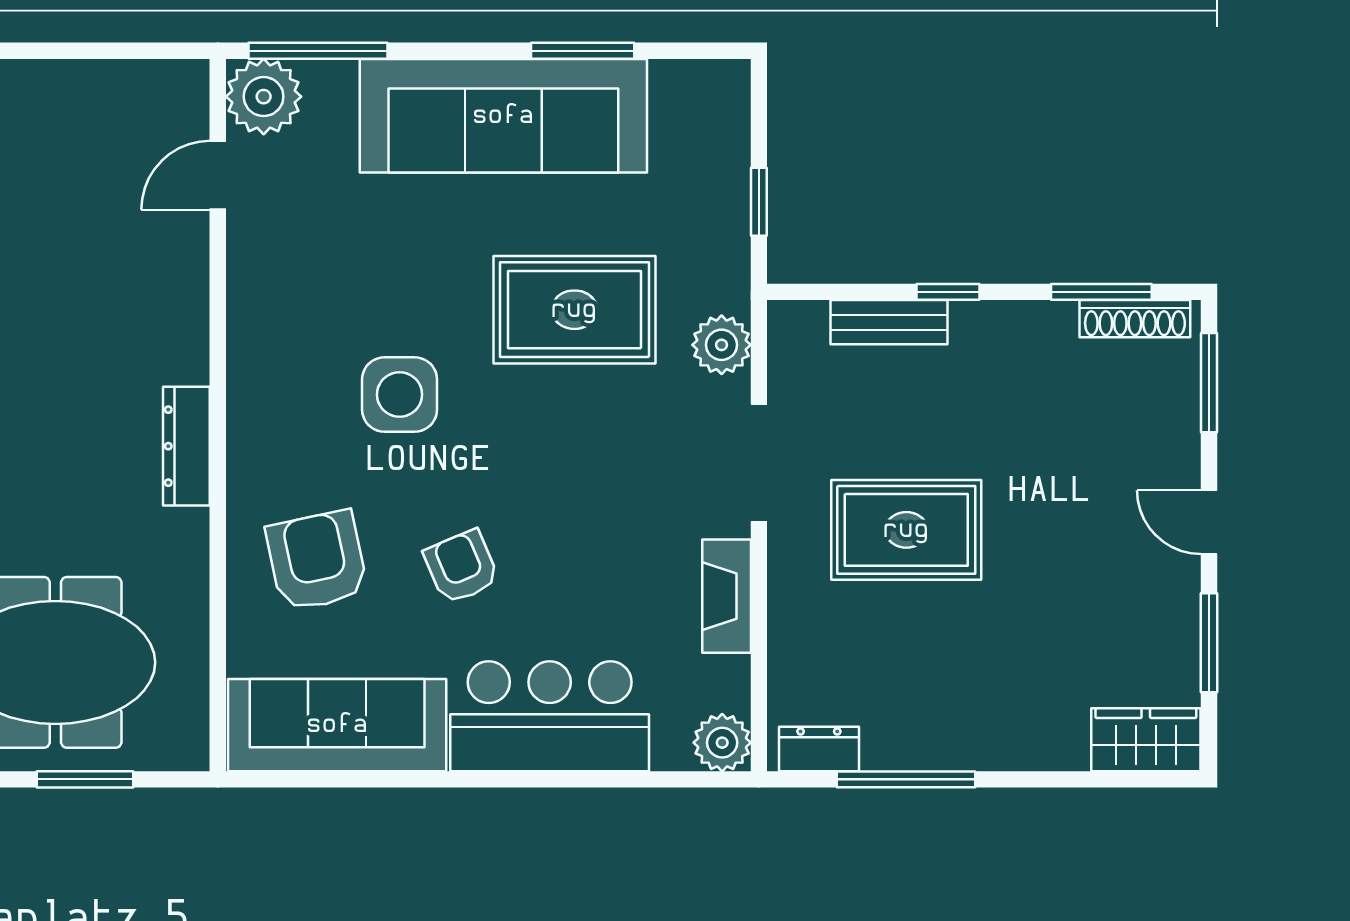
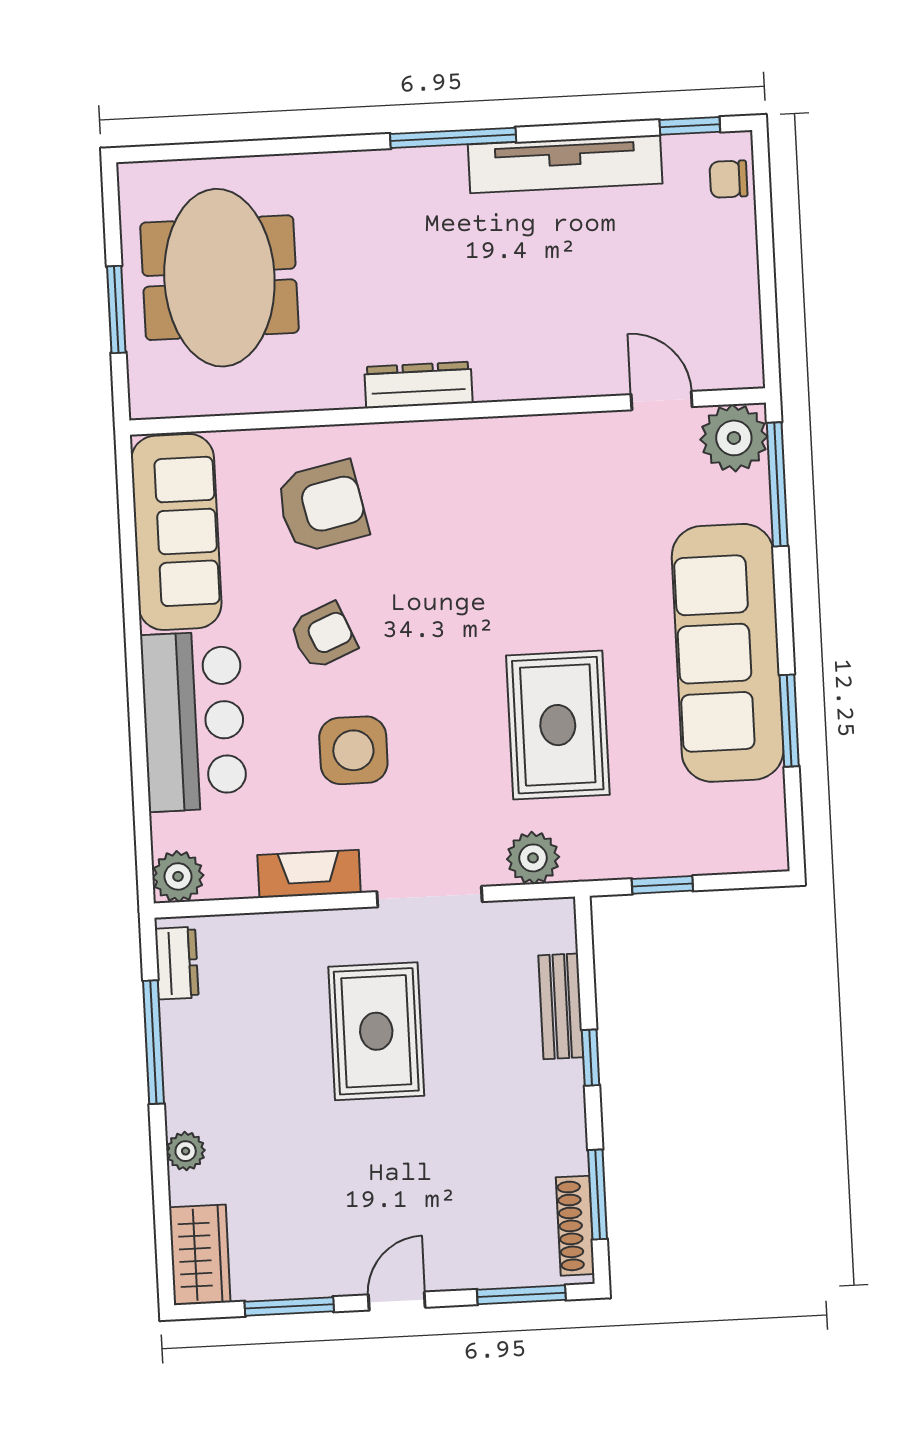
side table: (400, 395) -> (353, 750), moved
plant: (1029, 750) -> (186, 1151), added

